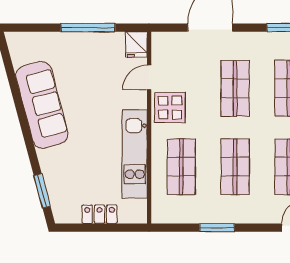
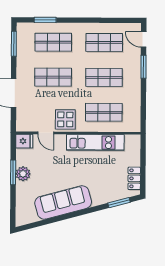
window: (88, 28) -> (13, 172), width x0.69
plant: (86, 43) -> (23, 174), added
locker: (99, 214) -> (134, 178), moved
window: (217, 228) -> (143, 67), moved

